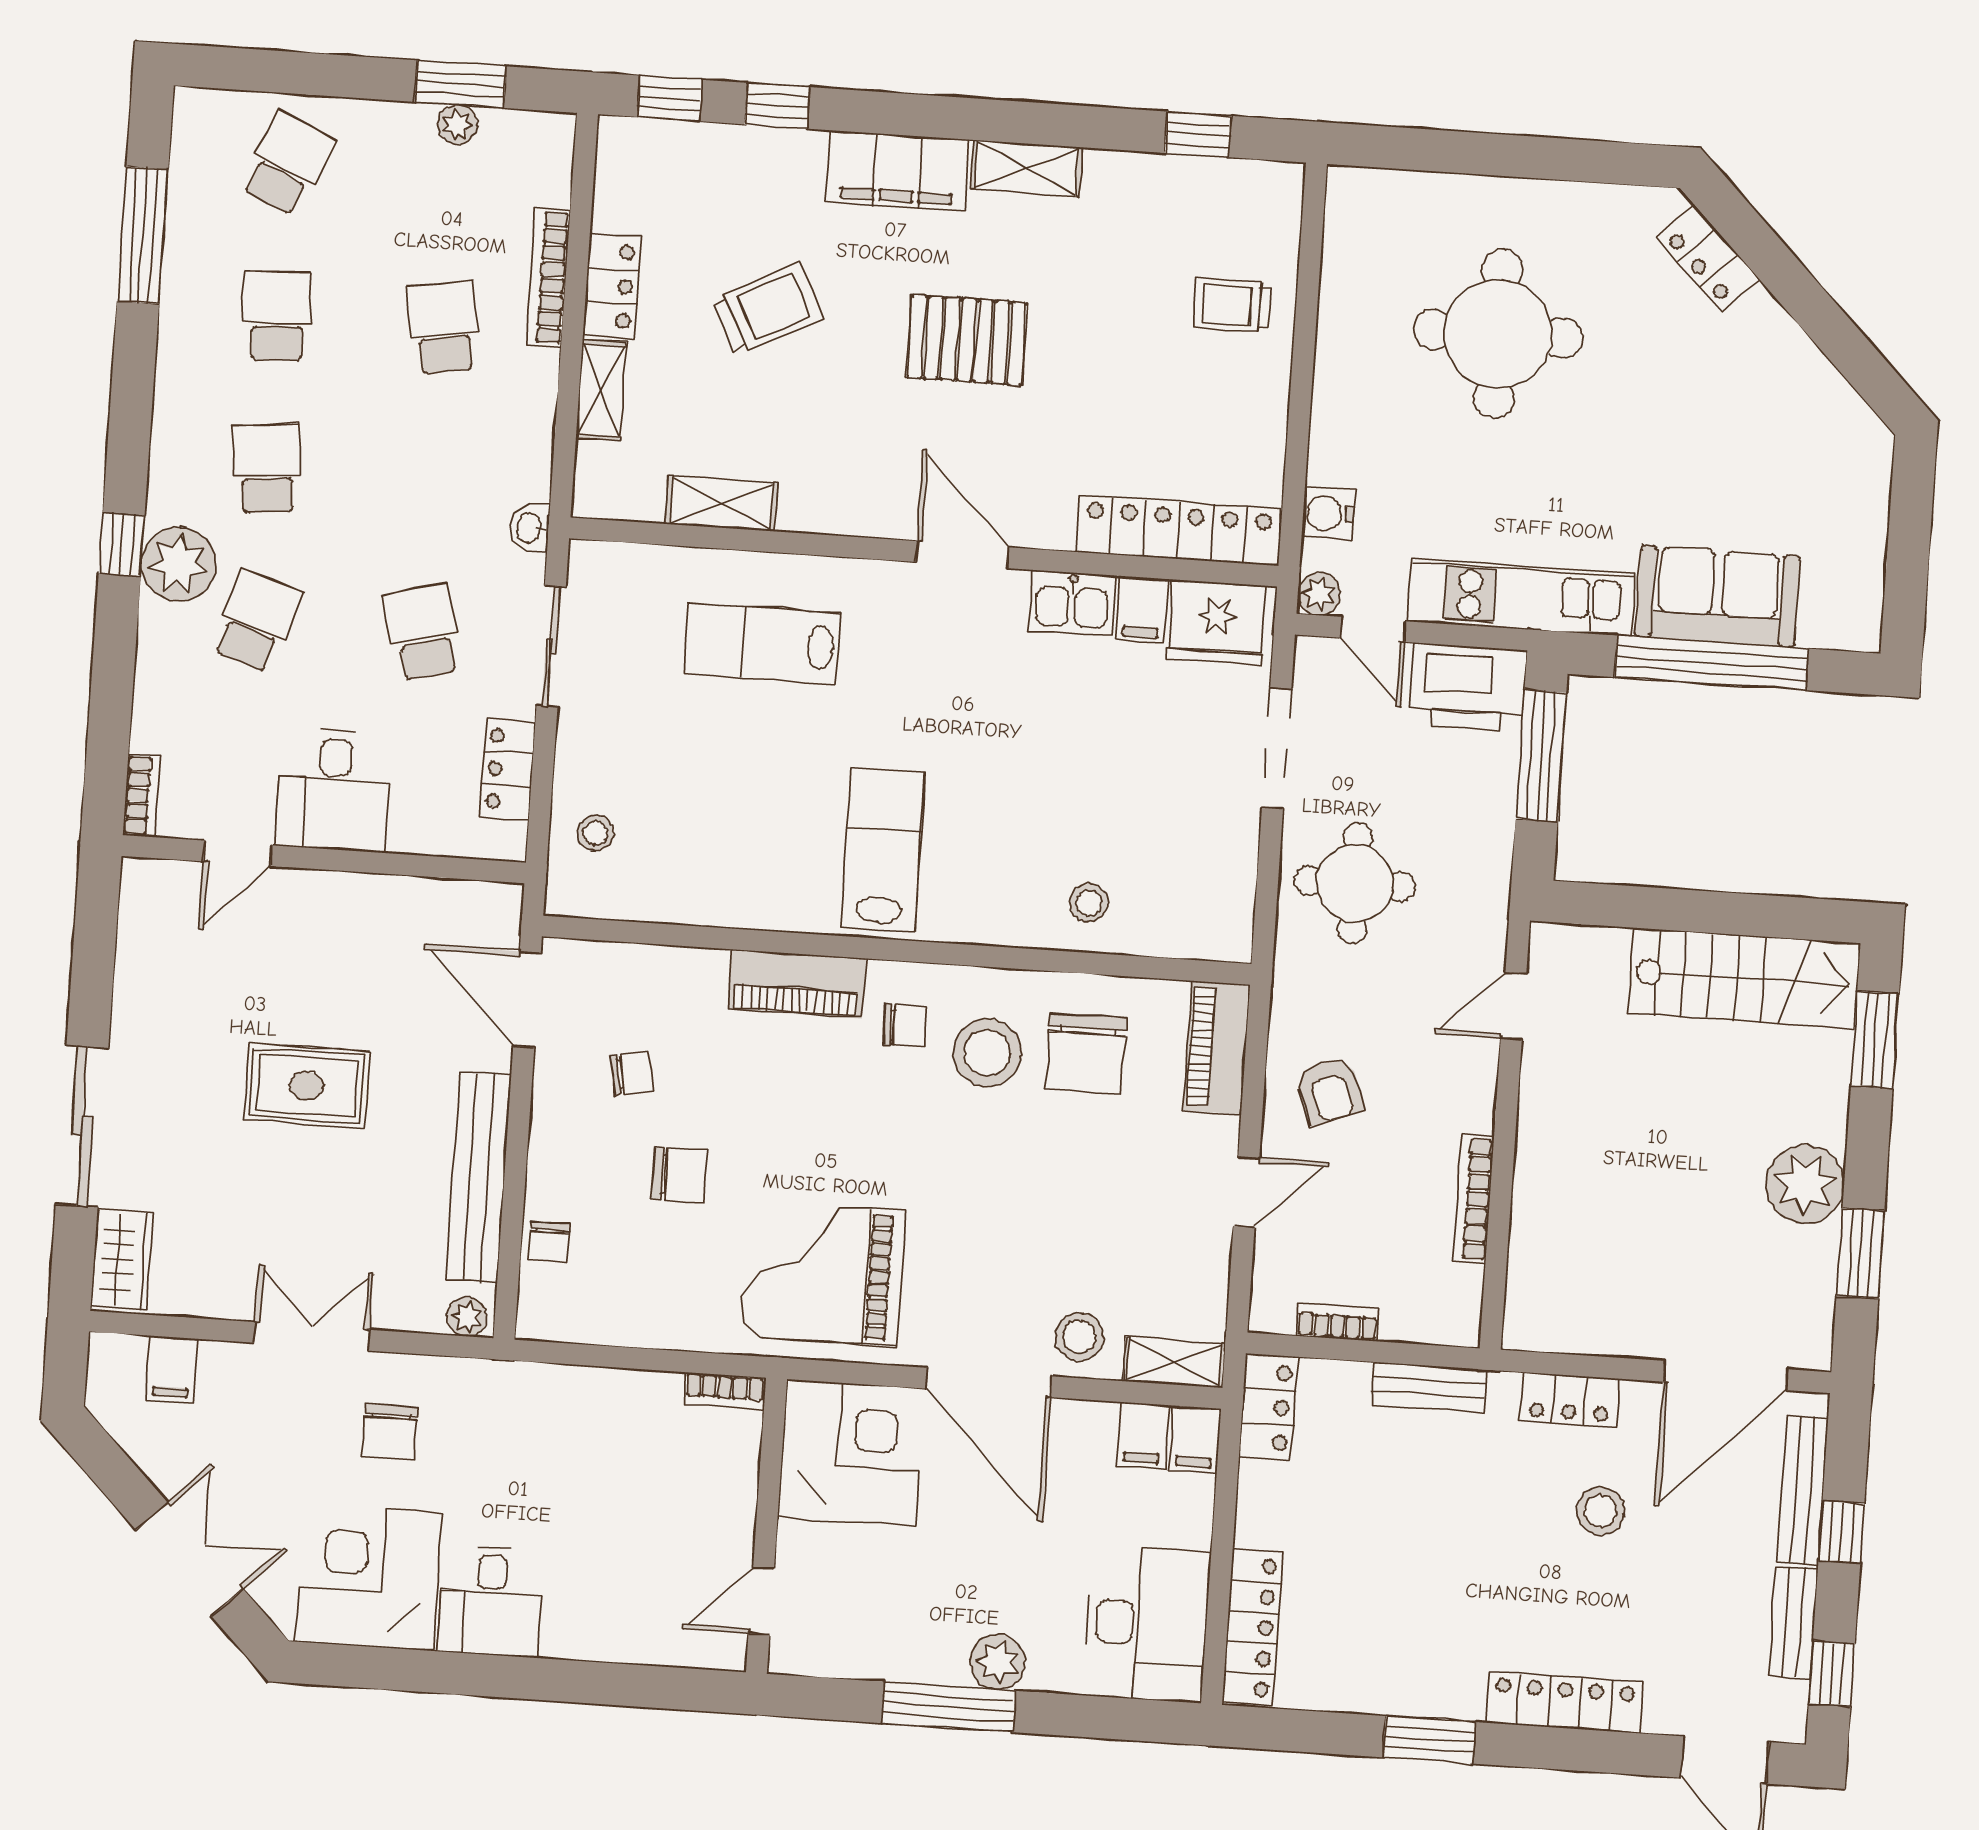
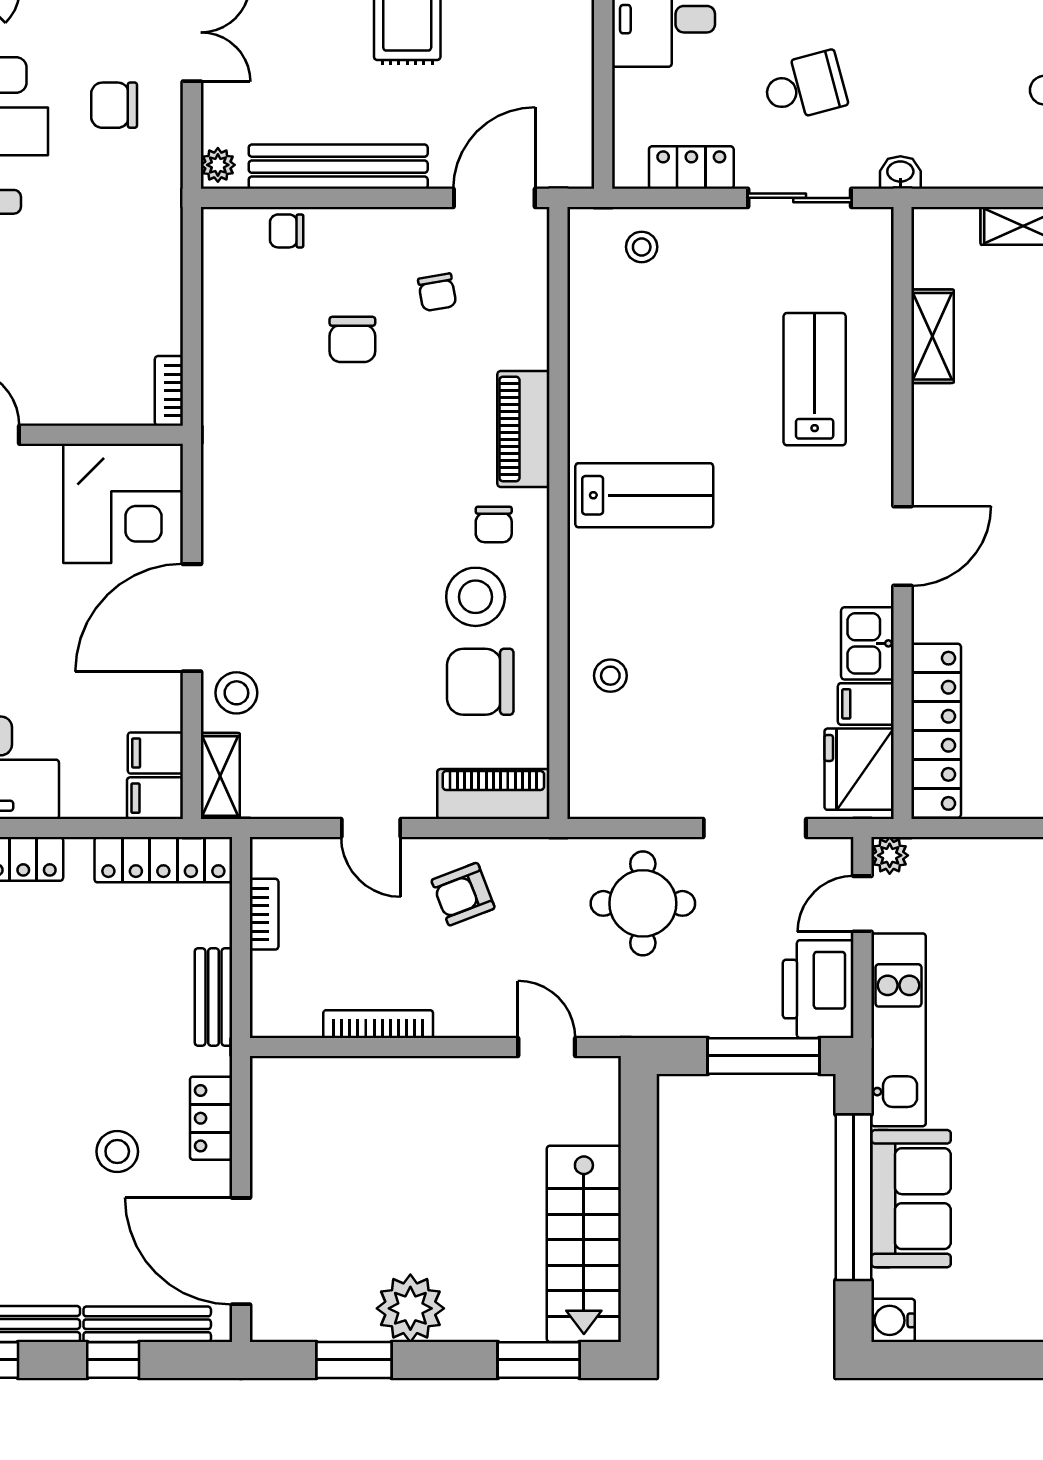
water cooler: (1328, 513) -> (893, 1320), moved, turned -90
grand piano: (823, 1273) -> (276, 468), removed
locker: (1269, 1407) -> (163, 860), width x1.53

